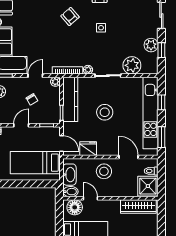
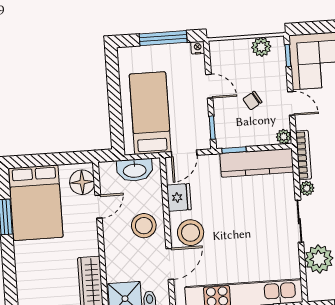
stool: (105, 112) -> (191, 233), moved
bidet: (70, 192) -> (107, 174), removed

